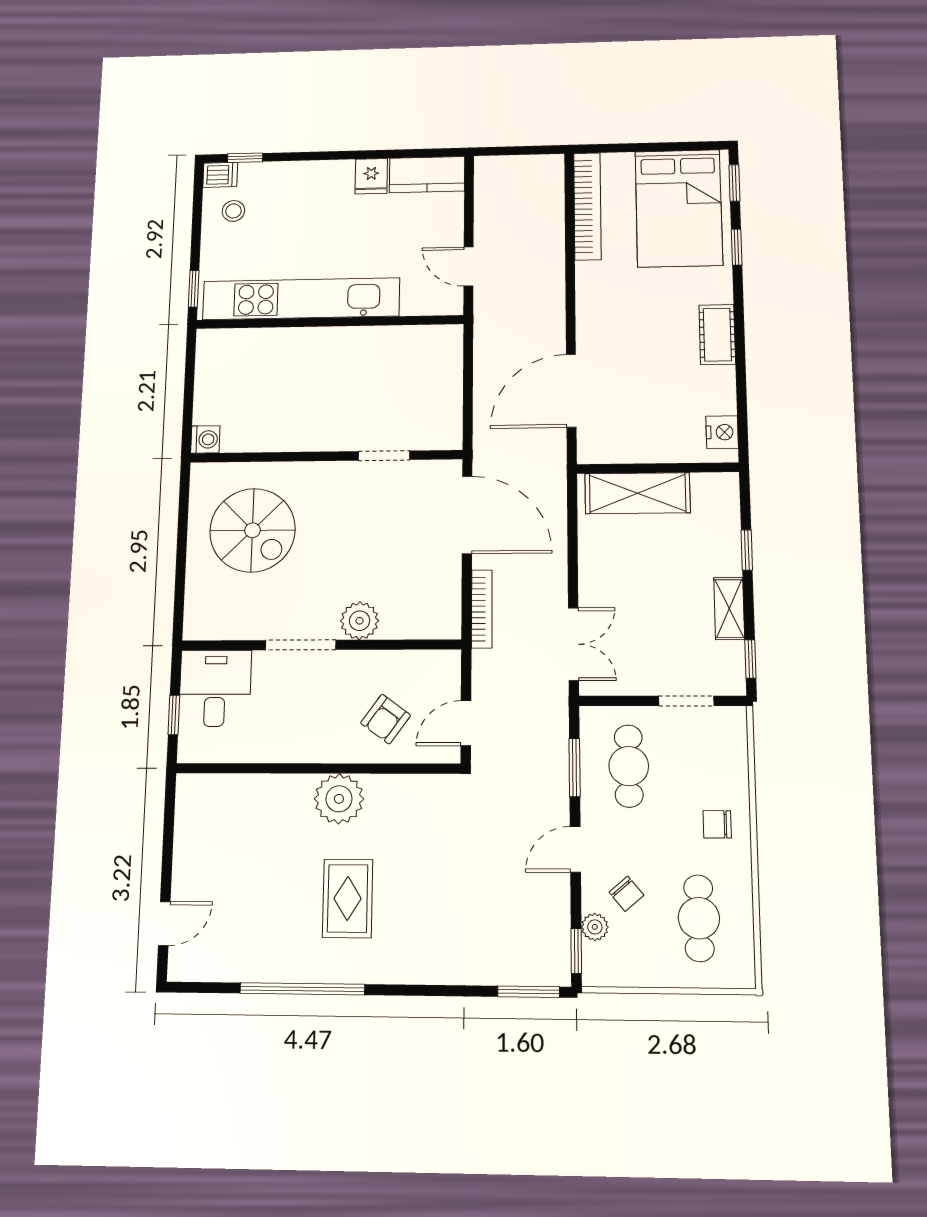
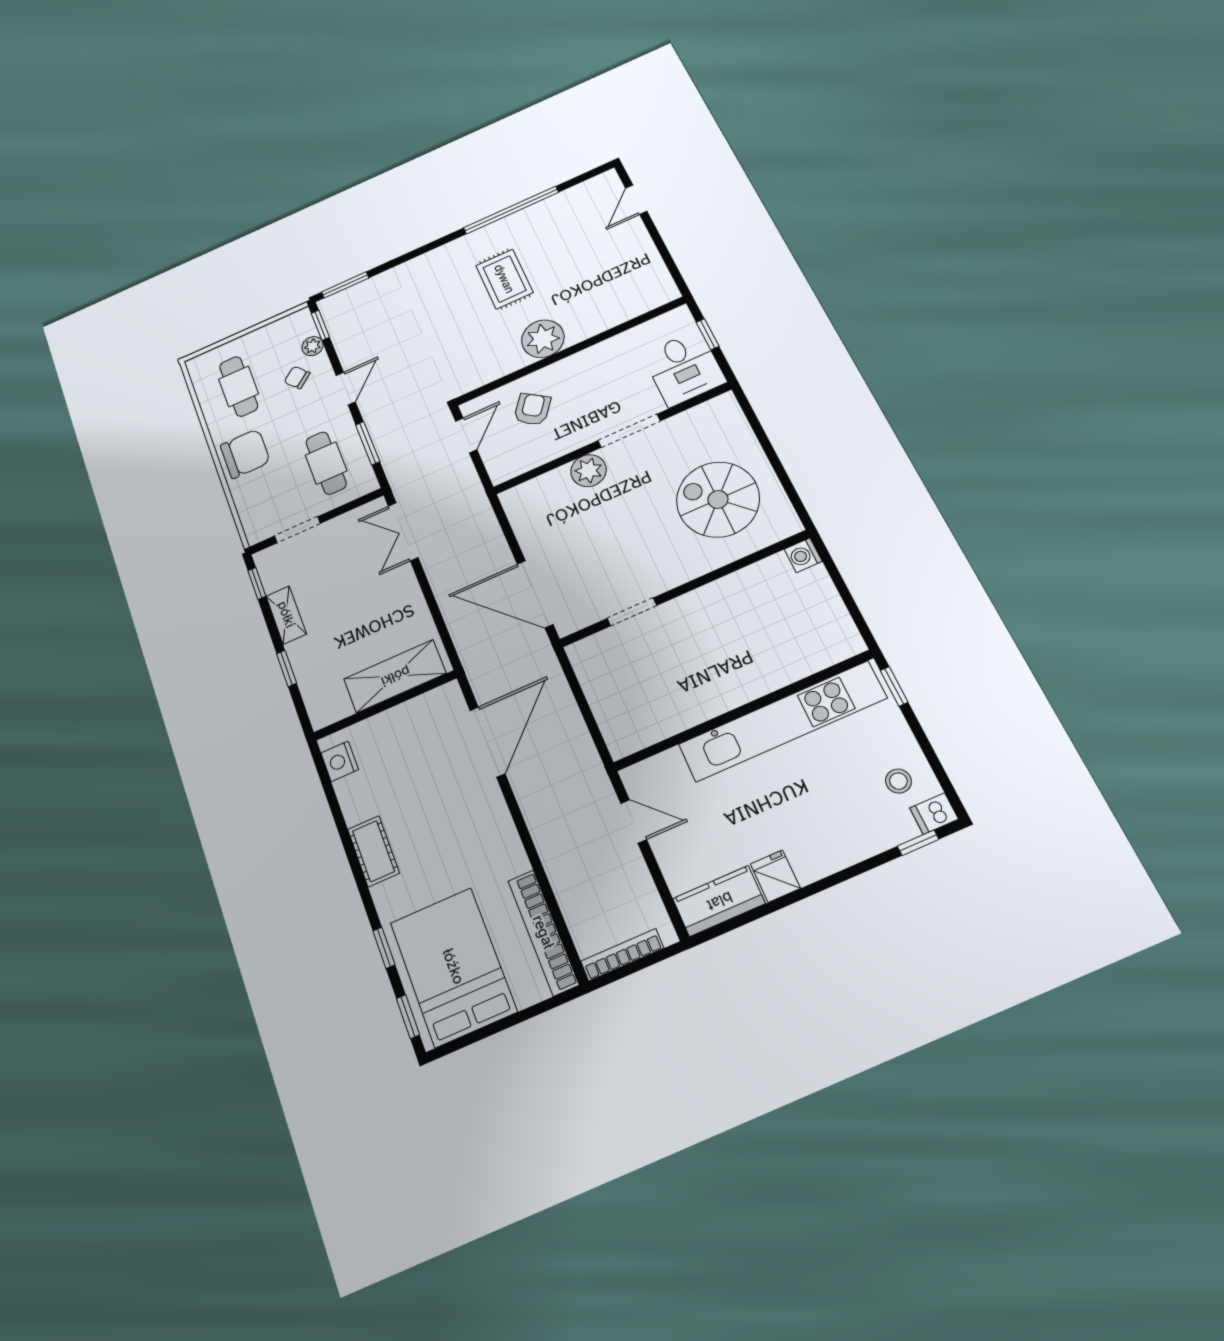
bookcase: (482, 609) -> (622, 955), moved, turned 90
chair: (717, 824) -> (245, 454), width x1.87, depth x1.87

